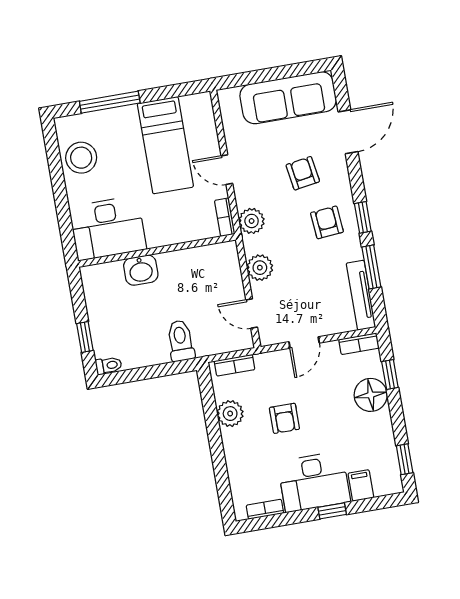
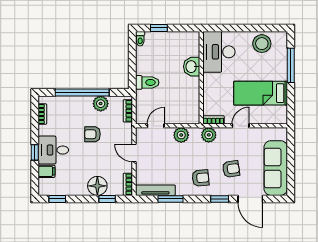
window: (363, 217) -> (220, 199), moved
window: (217, 448) -> (82, 92), added
desk: (314, 482) -> (53, 150), width x0.73

